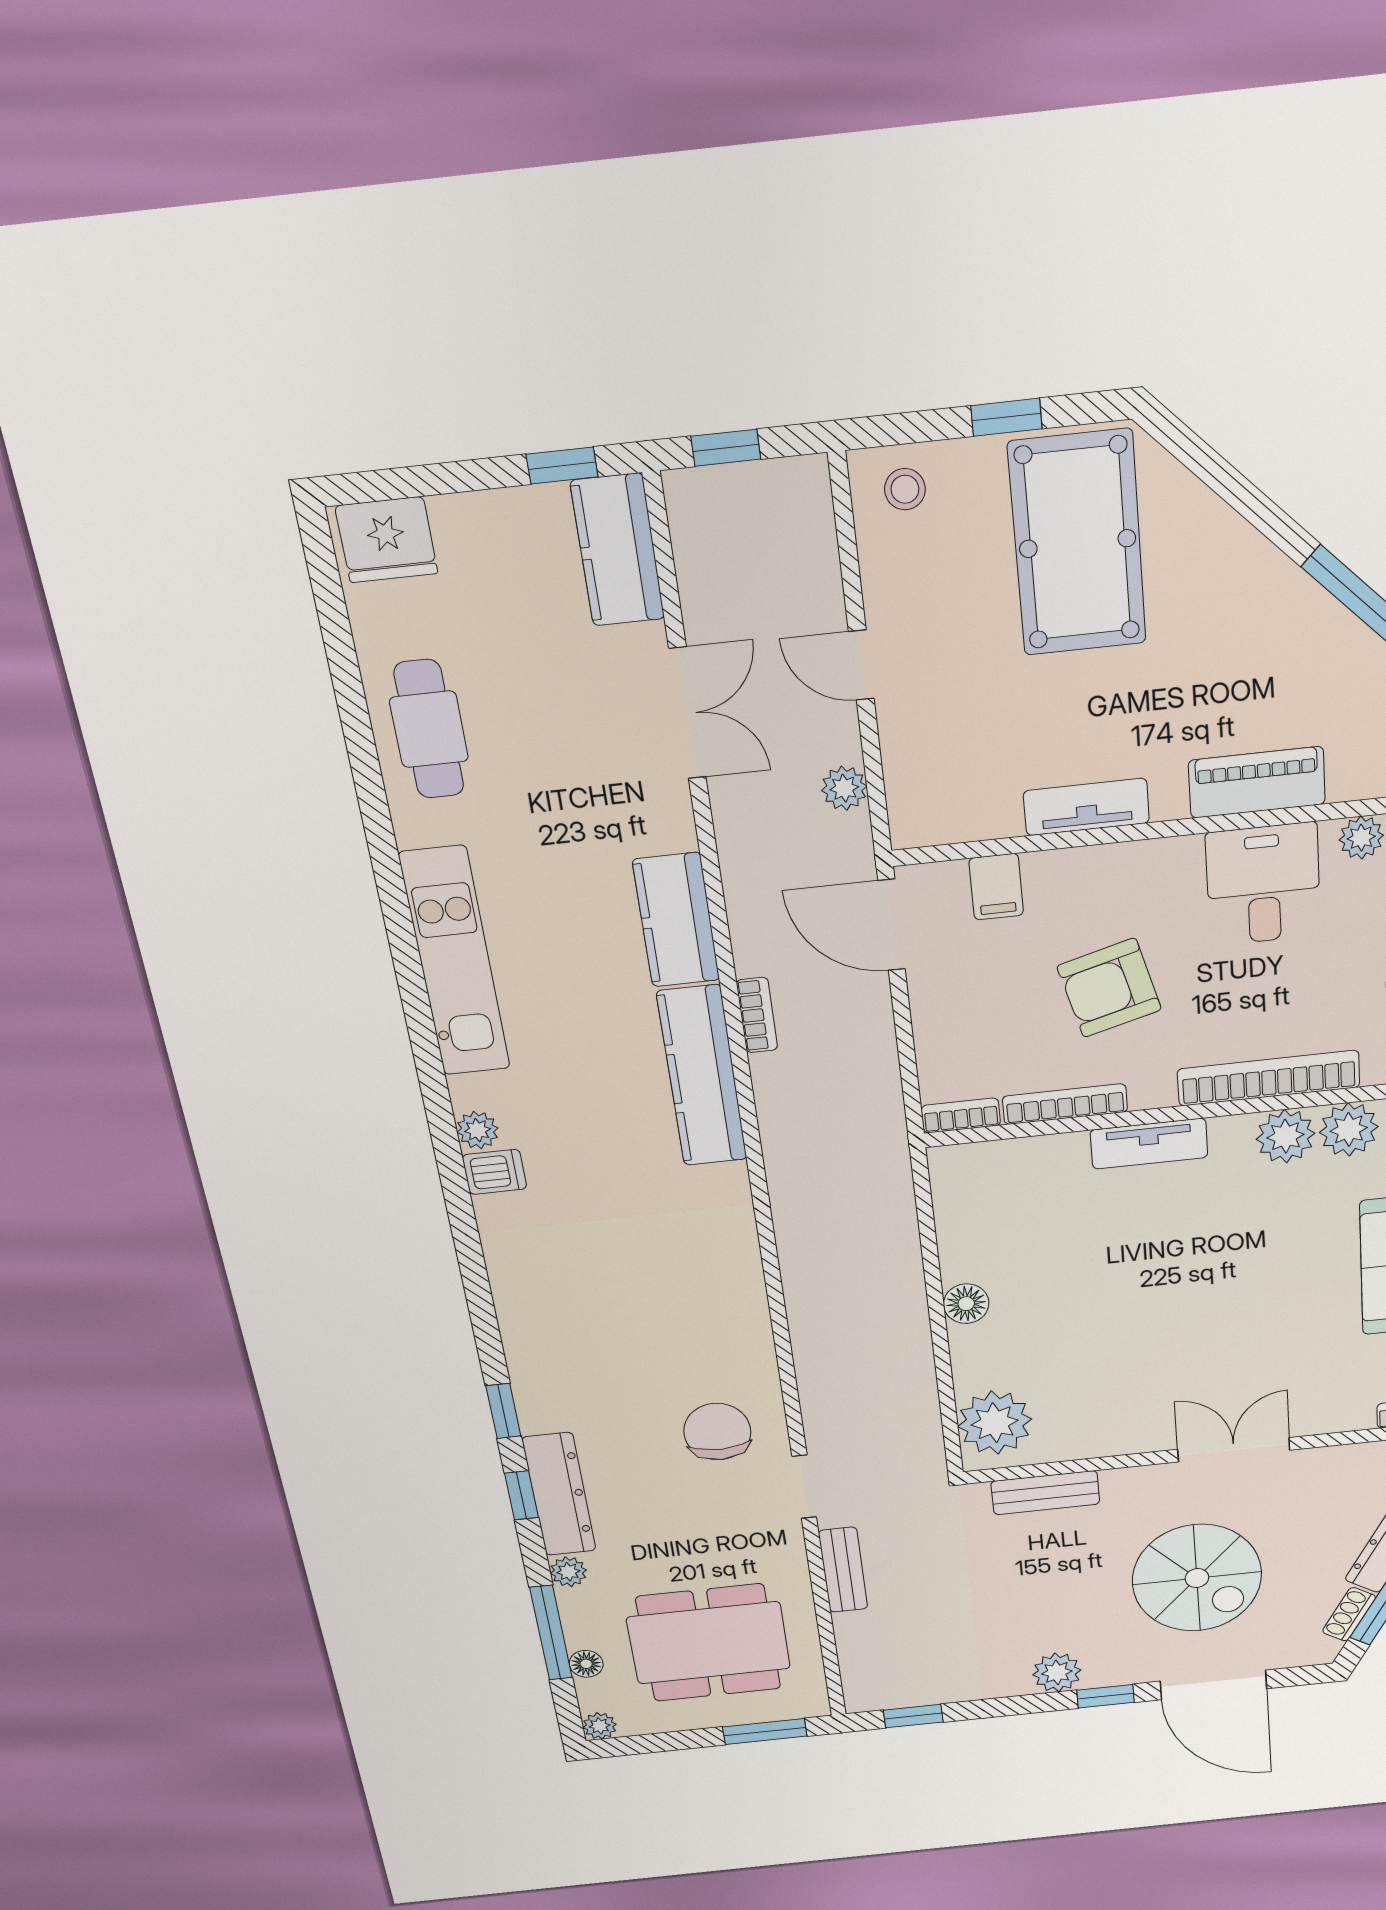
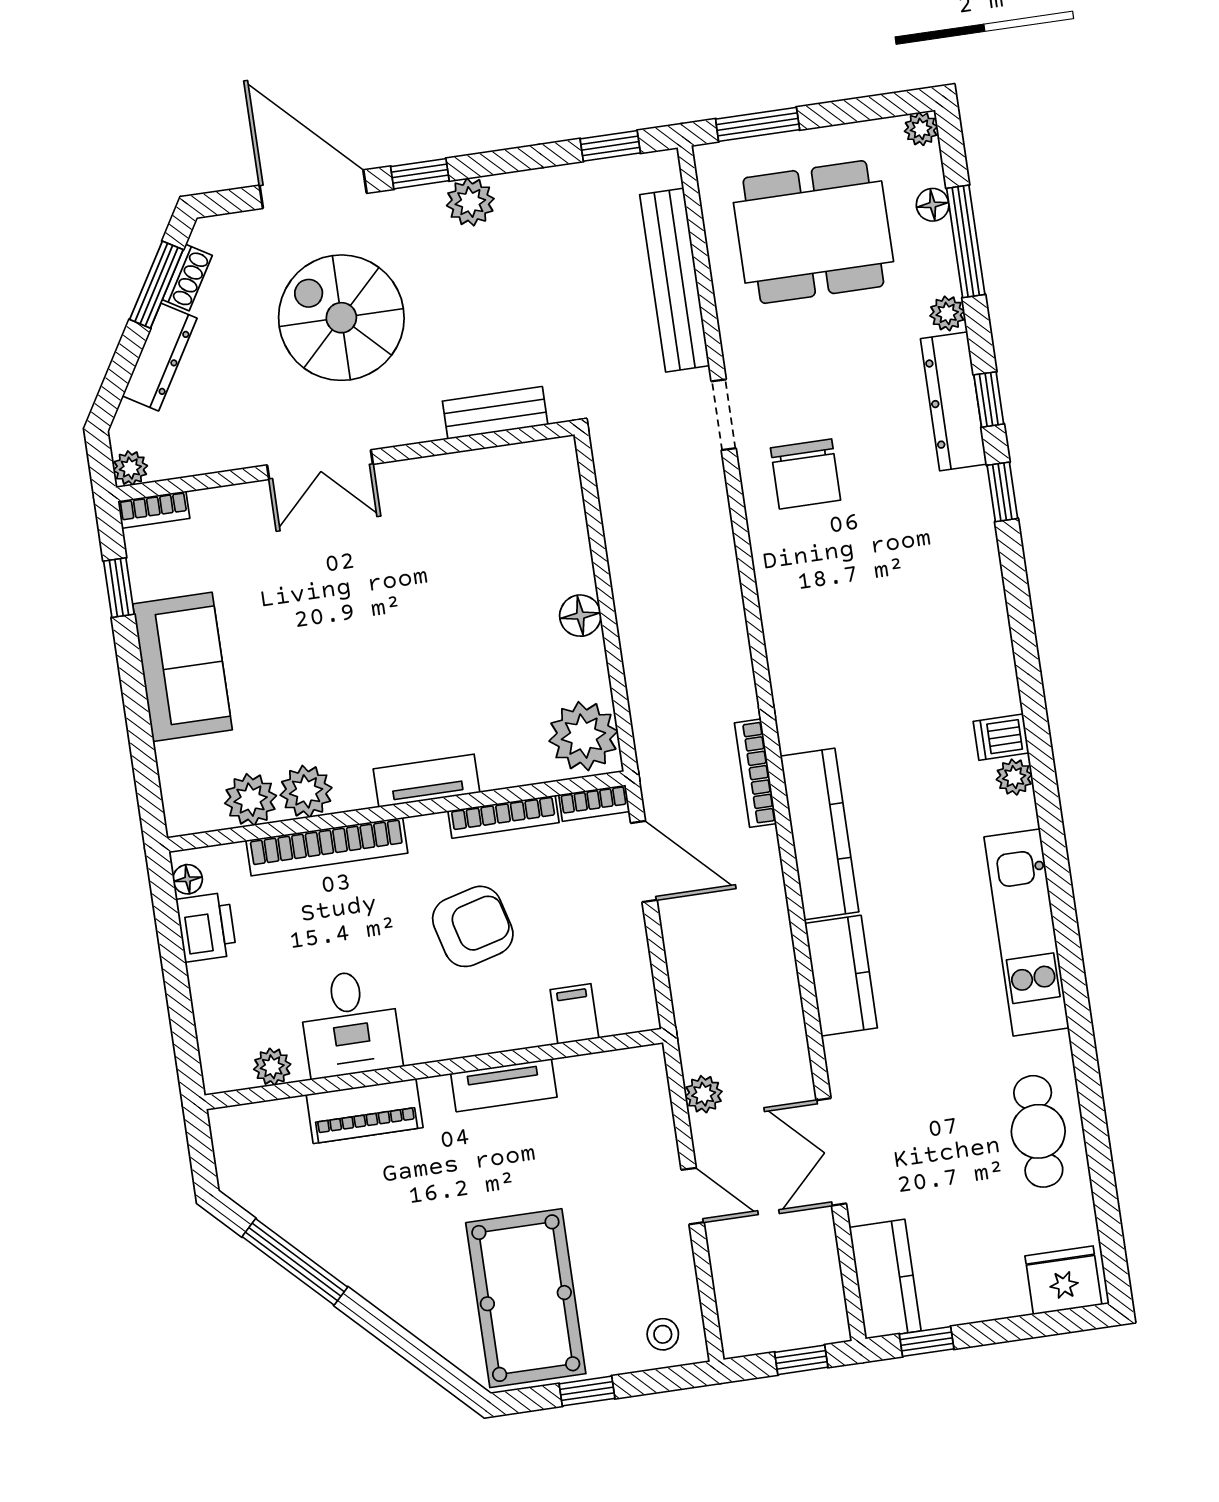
door: (892, 925) -> (644, 861), moved
bookcase: (757, 1015) -> (755, 773), moved, width x1.56
plant: (995, 1423) -> (583, 736), moved
bench: (843, 1570) -> (675, 280), width x1.86, depth x1.21

